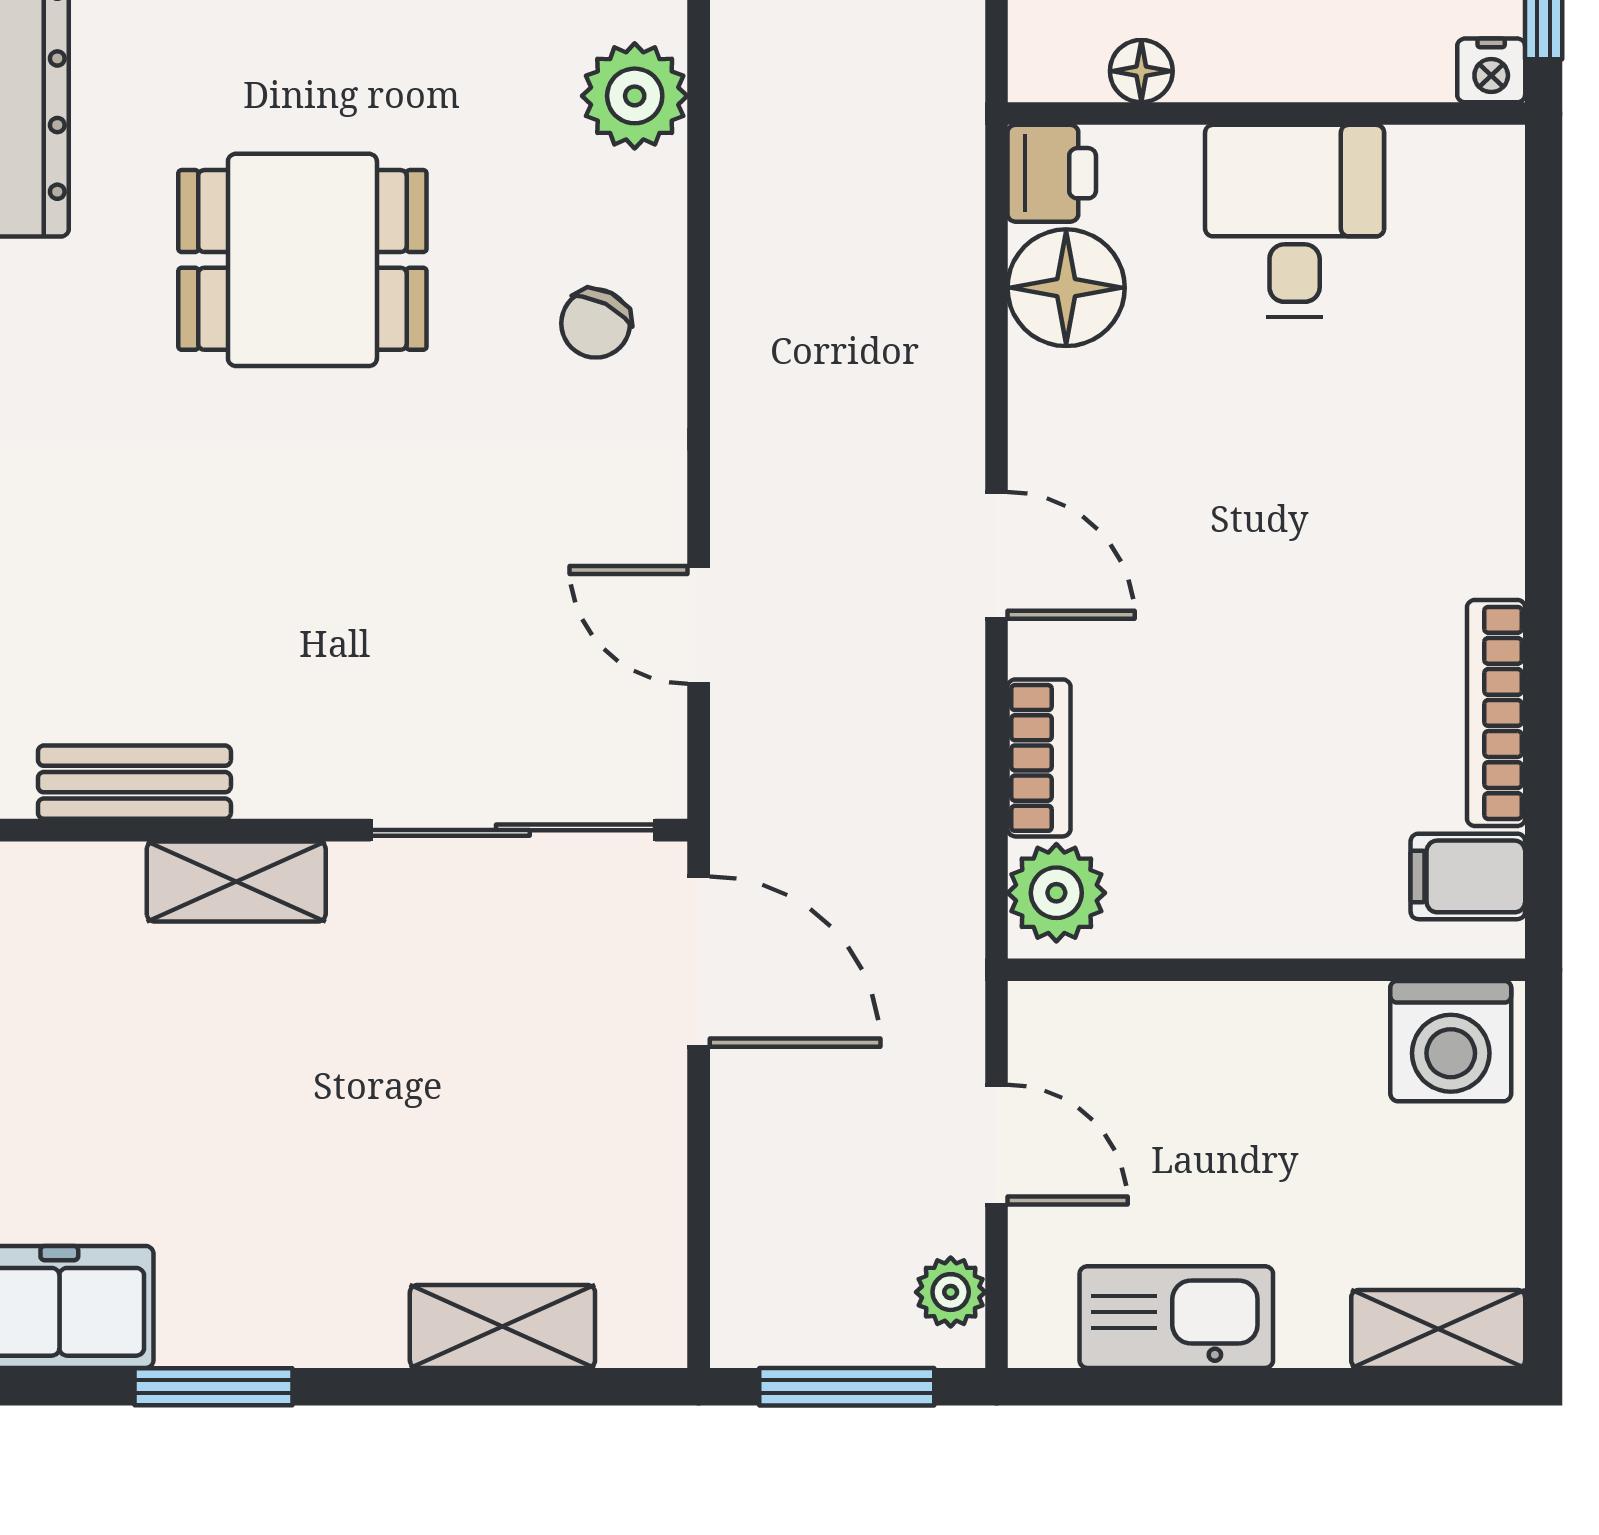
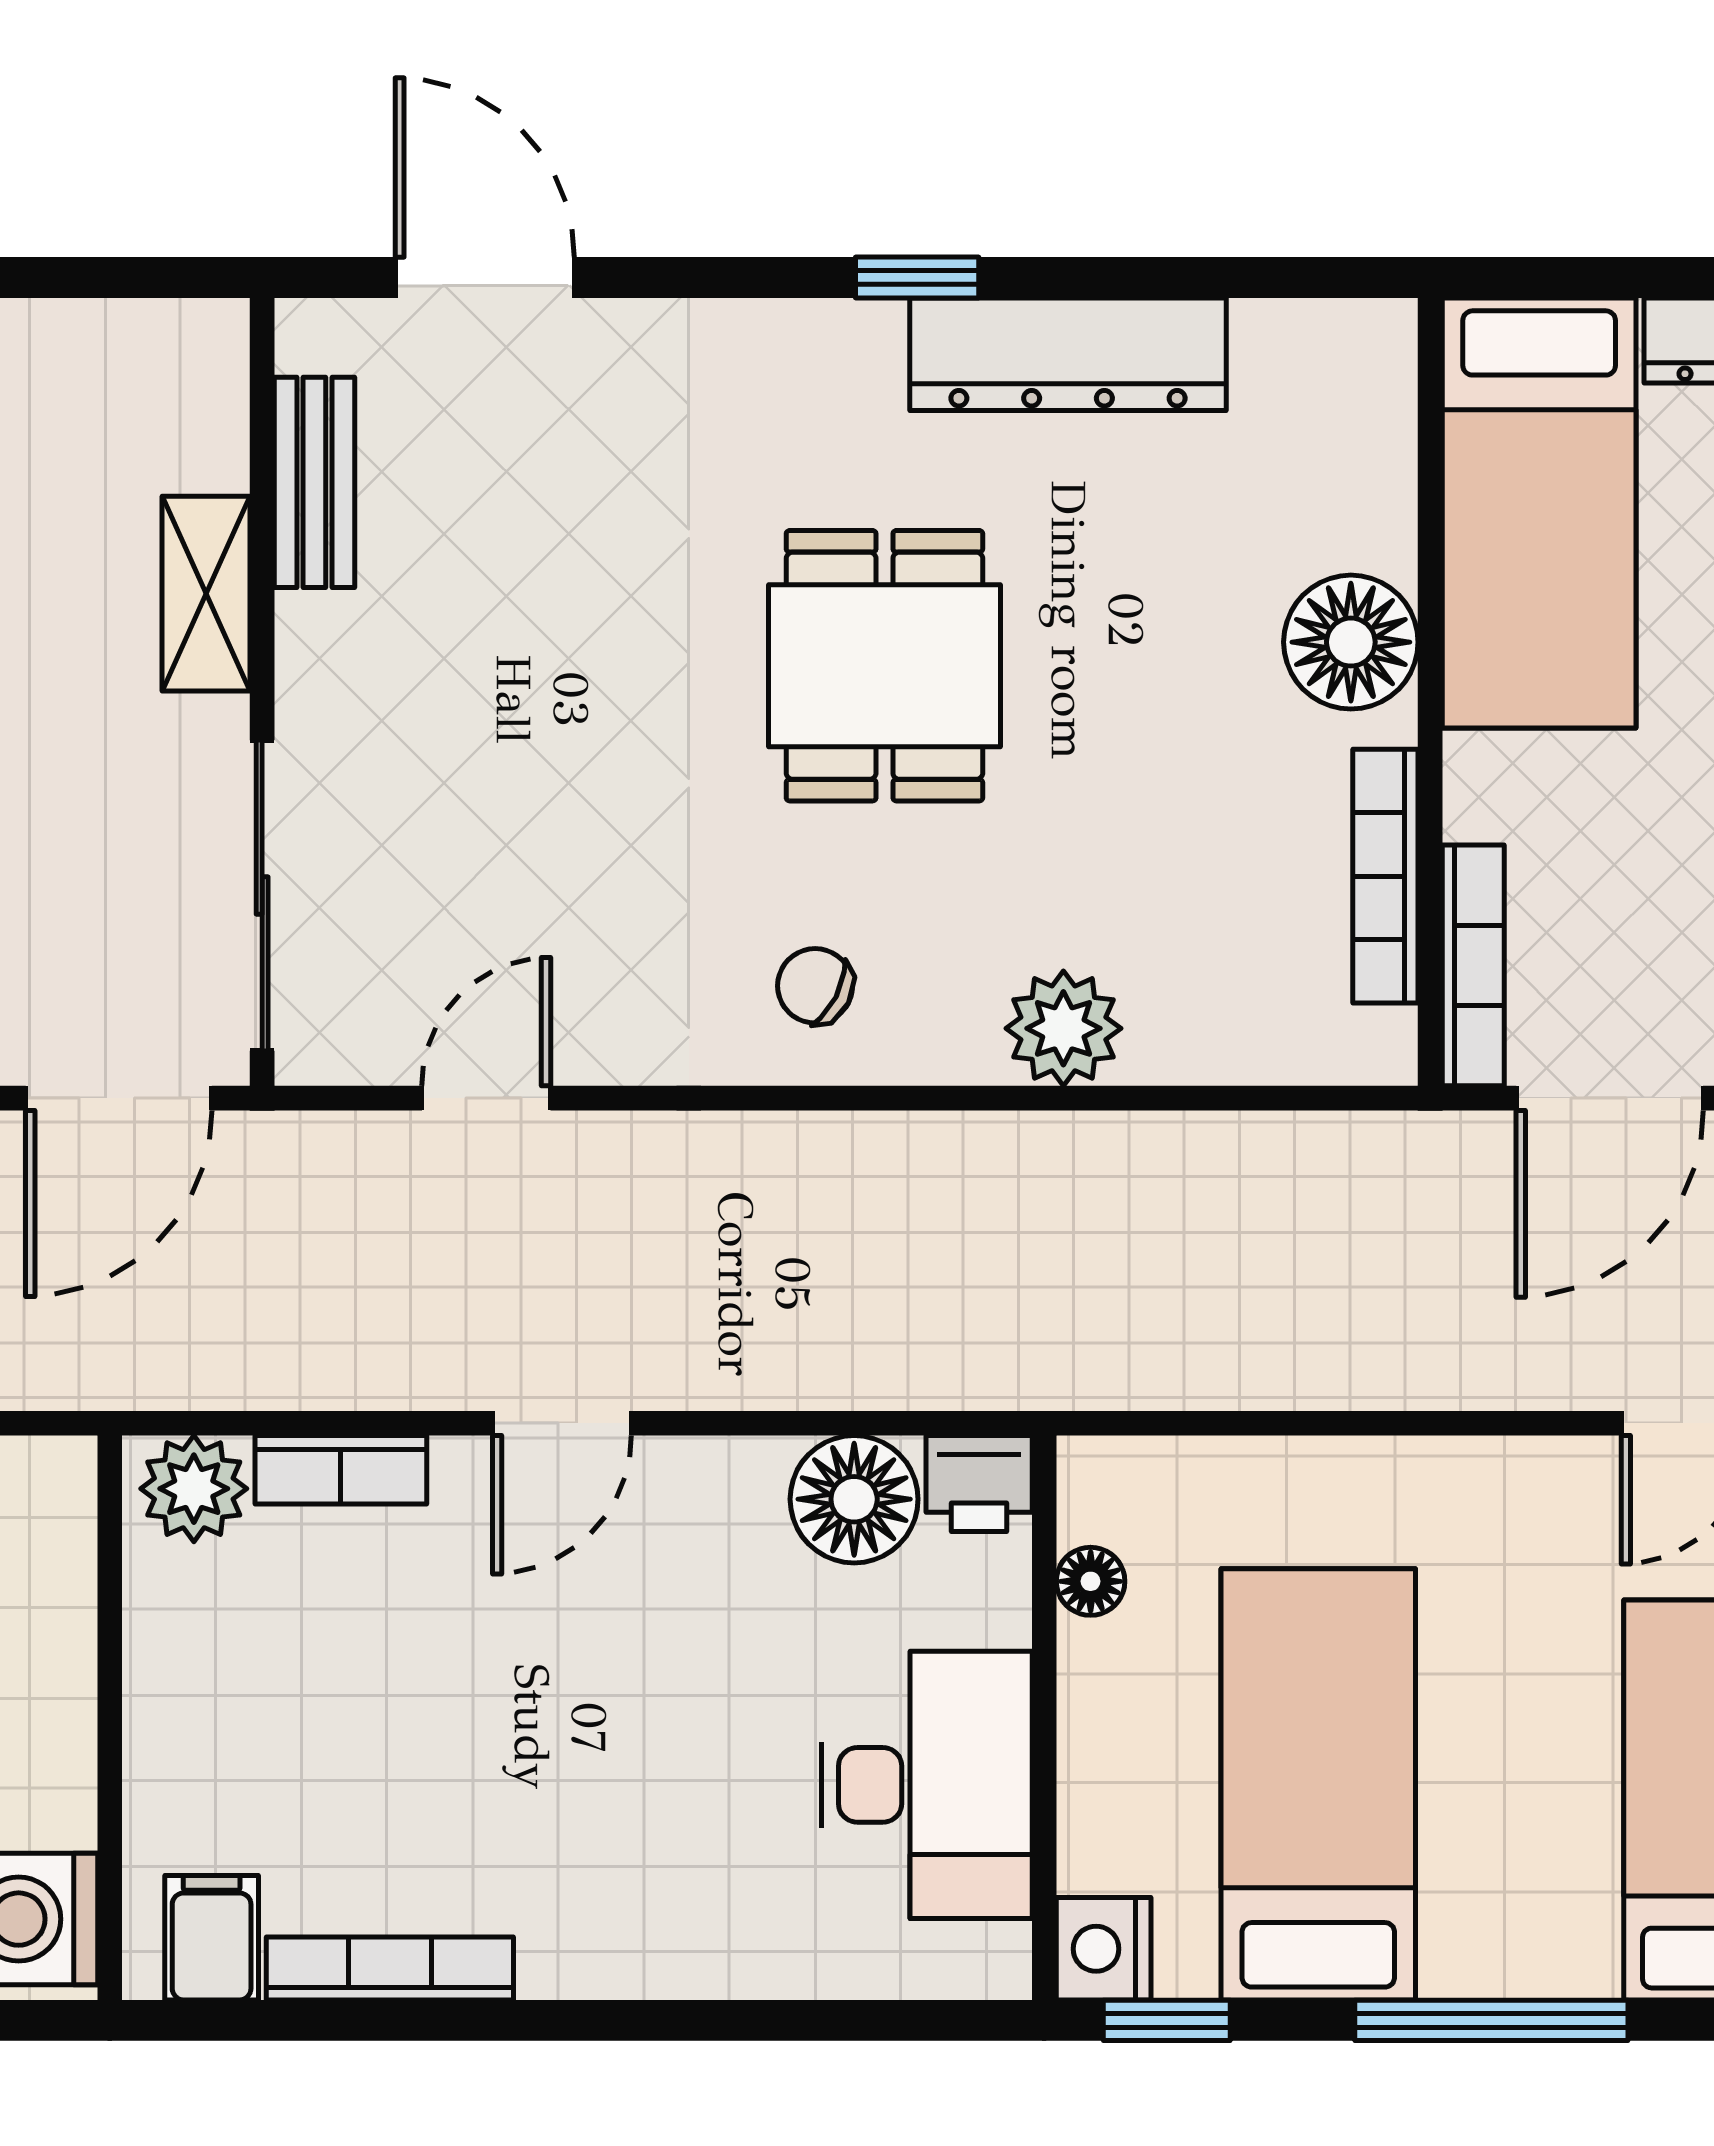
nightstand: (1491, 70) -> (1104, 1949), width x1.39, depth x1.35
desk: (1295, 221) -> (927, 1785), width x1.37

